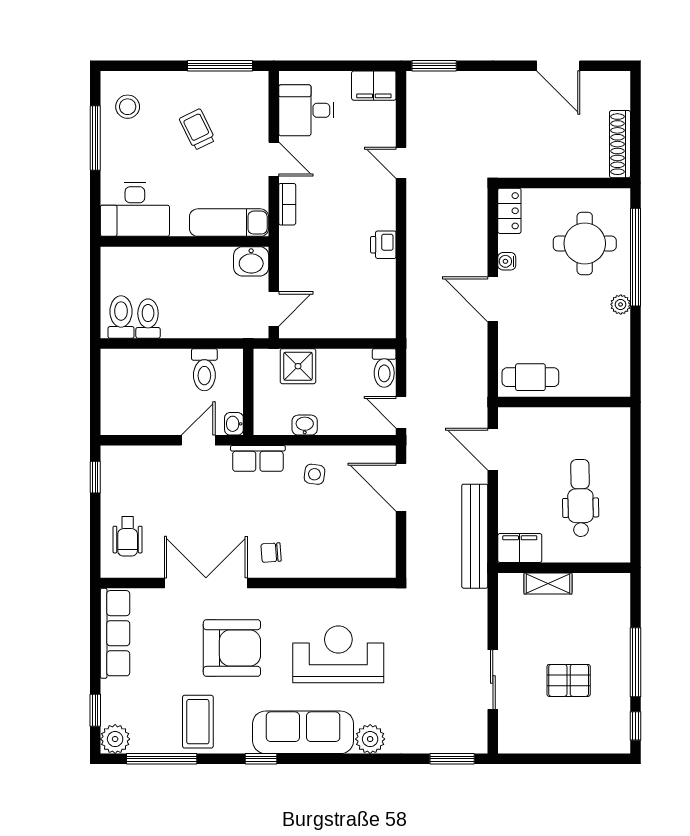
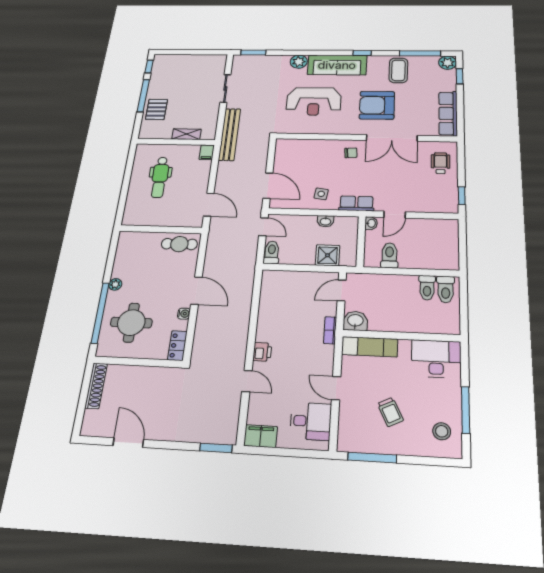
bookcase: (287, 204) -> (330, 330), moved
printer: (383, 245) -> (262, 352), moved
bench: (475, 536) -> (229, 134), moved
filing cabinet: (520, 548) -> (207, 152), width x0.50
pallet: (569, 680) -> (156, 109), moved, turned 90

